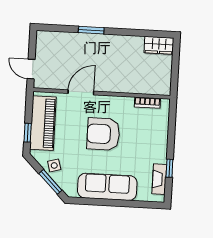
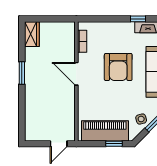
window: (91, 30) -> (22, 73), moved
door: (81, 92) -> (76, 74), moved
armchair: (103, 134) -> (118, 67), moved

